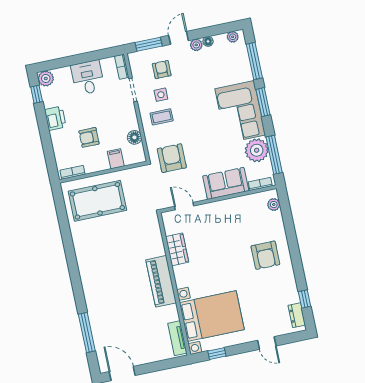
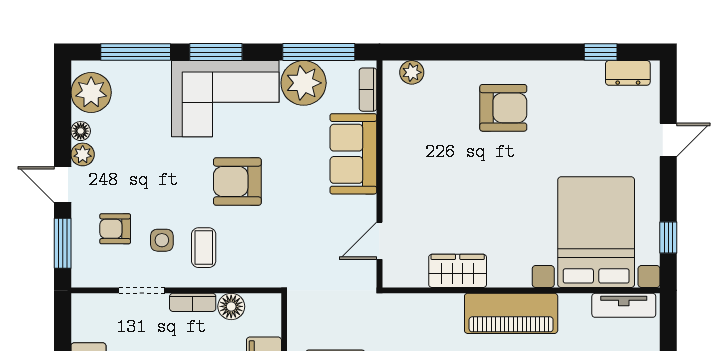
plant: (233, 37) -> (91, 92), width x1.87, depth x1.87
bookcase: (122, 67) -> (193, 302), moved
armchair: (172, 158) -> (237, 182), moved

